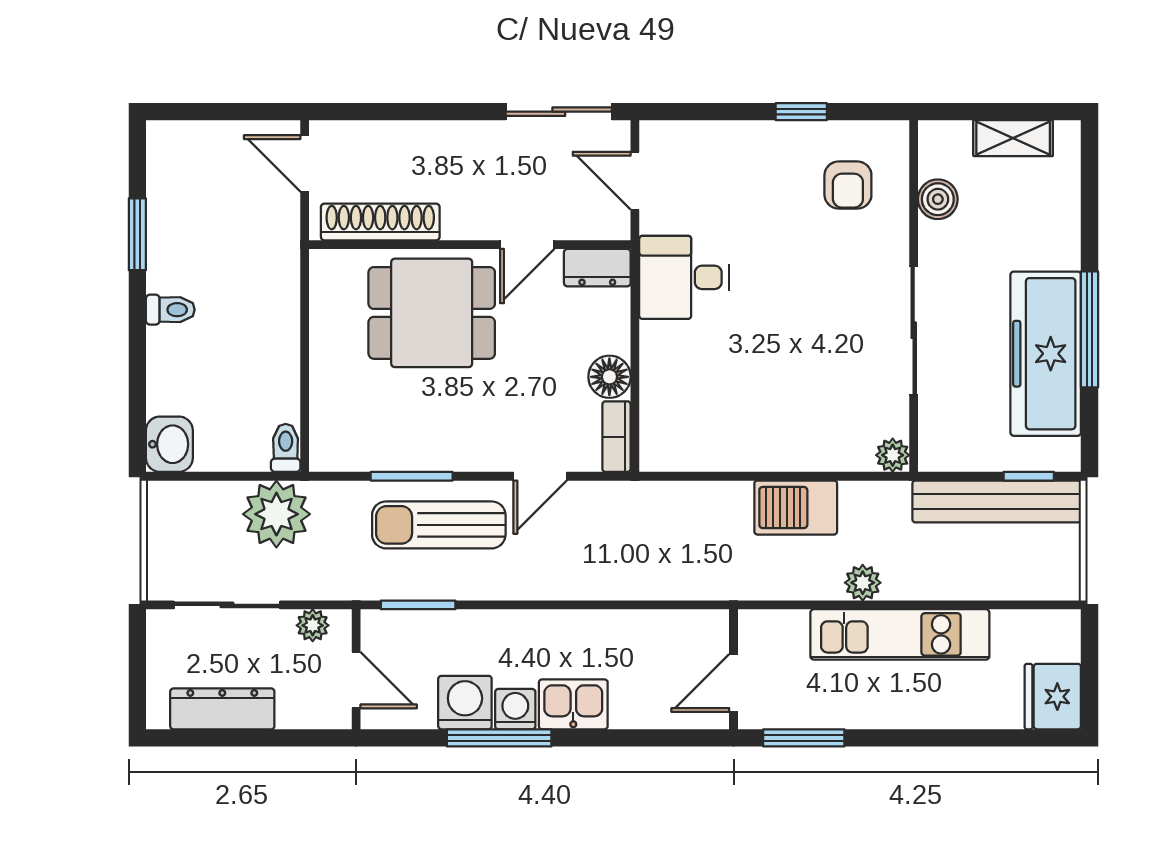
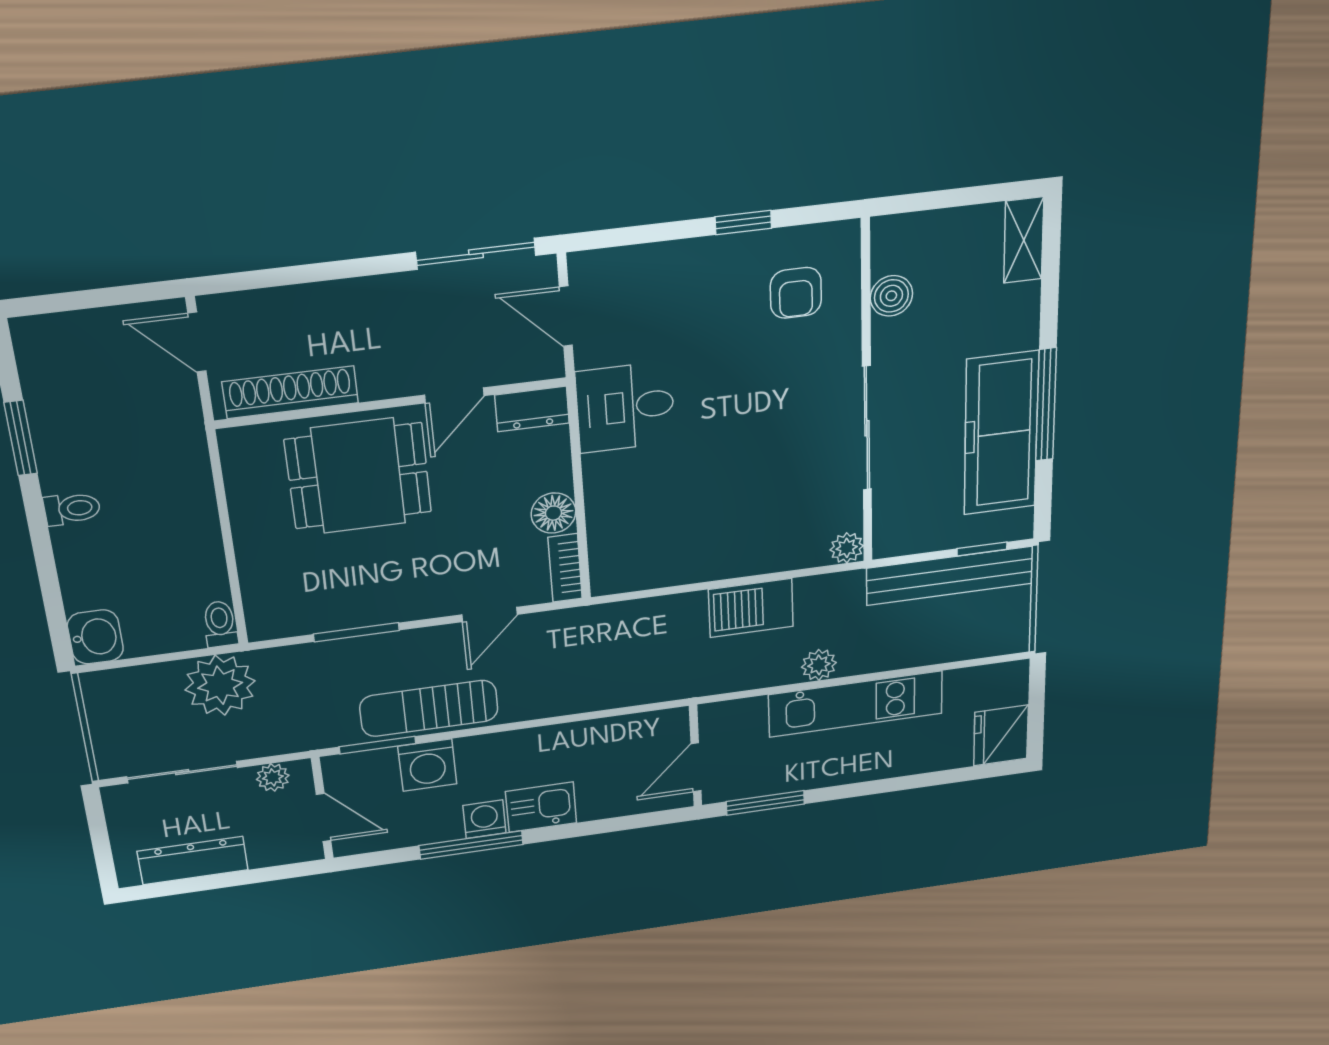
shelving: (1013, 138) -> (1024, 240), moved, turned 90
sun lounger: (439, 525) -> (429, 708), moved
washing machine: (465, 703) -> (427, 765), moved, turned 180

